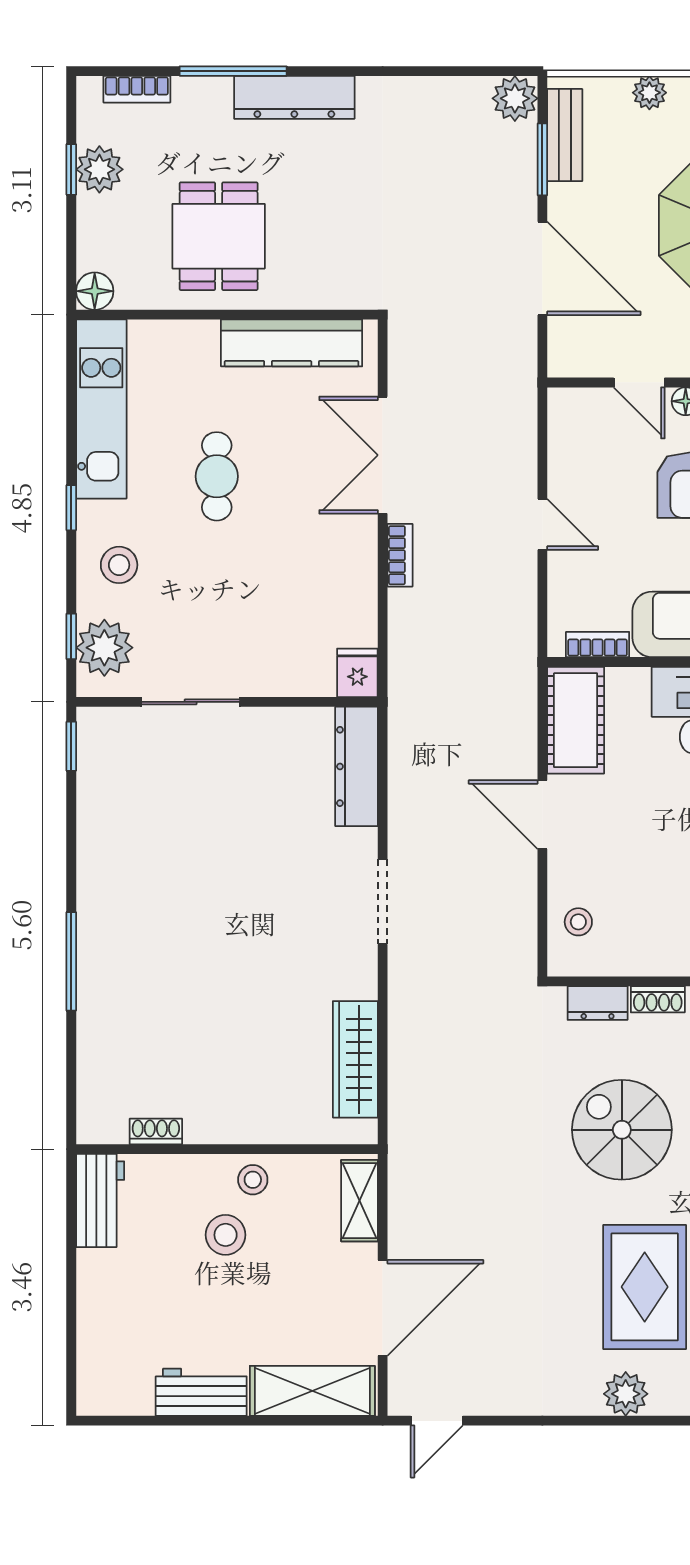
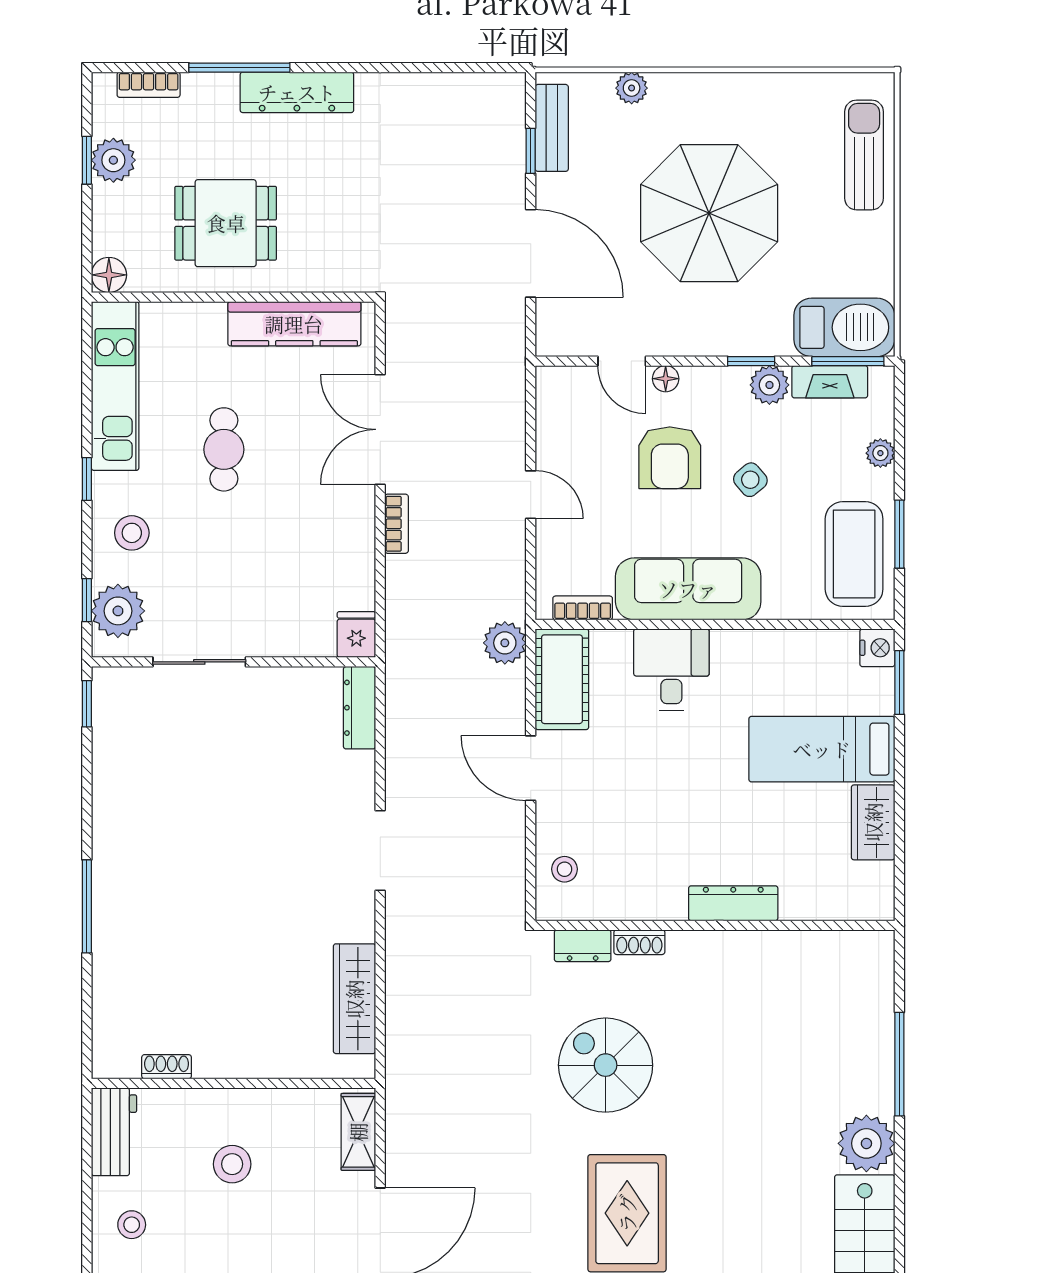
plant: (515, 98) -> (505, 643), moved
window: (542, 159) -> (531, 151), width x0.67
dining table: (219, 236) -> (226, 223), turned 90
dresser: (357, 766) -> (360, 708), width x0.73, depth x0.80
stool: (253, 1180) -> (132, 1225), moved

